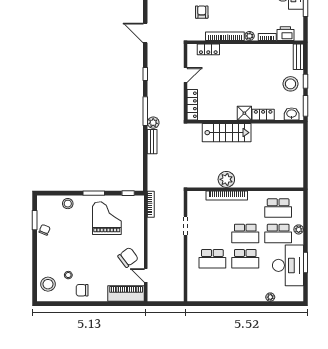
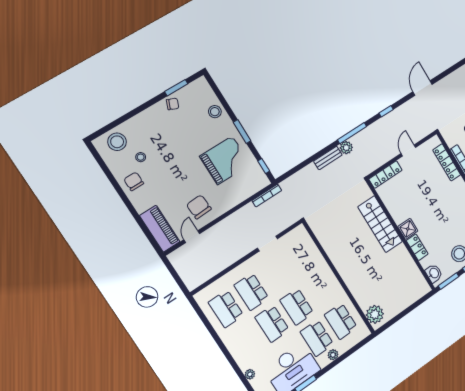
locker: (208, 49) -> (447, 162), width x1.53
door: (186, 75) -> (408, 150), swing flipped
plant: (226, 179) -> (375, 314), moved
bookcase: (227, 196) -> (322, 264), removed
chair: (128, 257) -> (199, 207), turned -146
school desk: (212, 284) -> (226, 309), added

